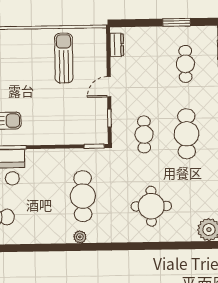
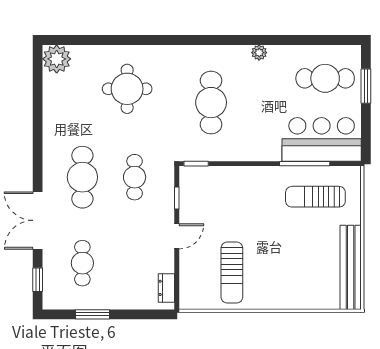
plant: (80, 237) -> (259, 53), moved

